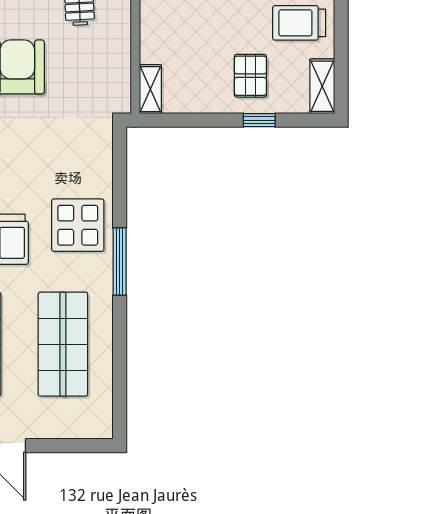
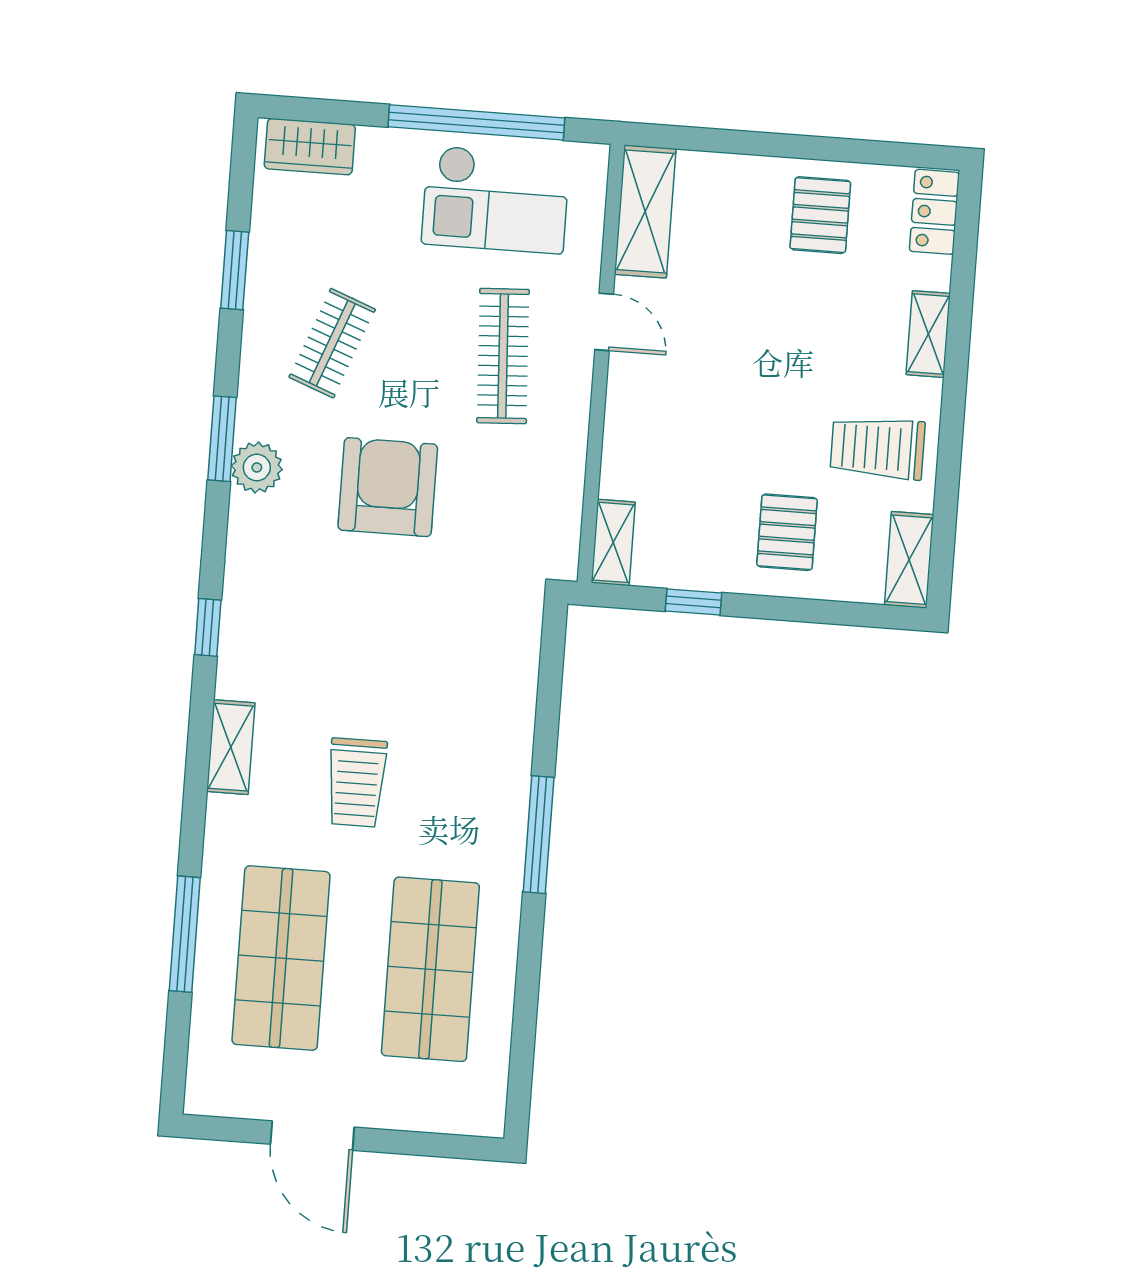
window: (259, 120) -> (693, 602), moved
display table: (78, 225) -> (471, 767), removed

